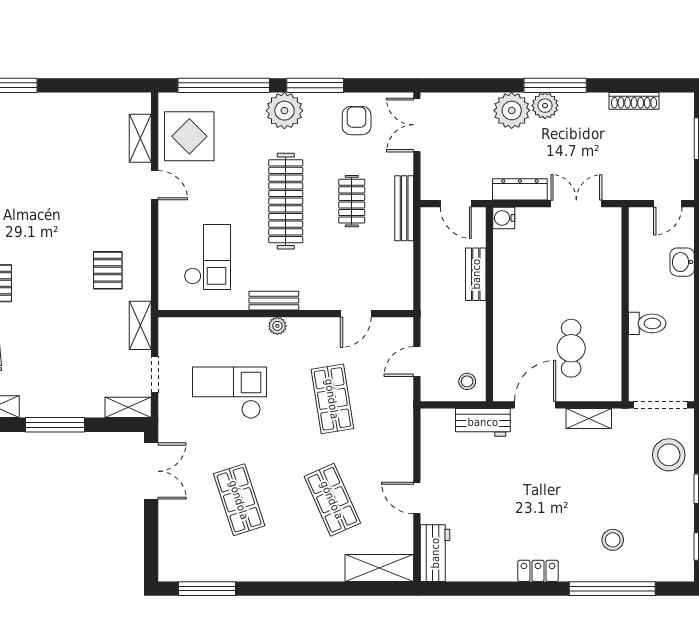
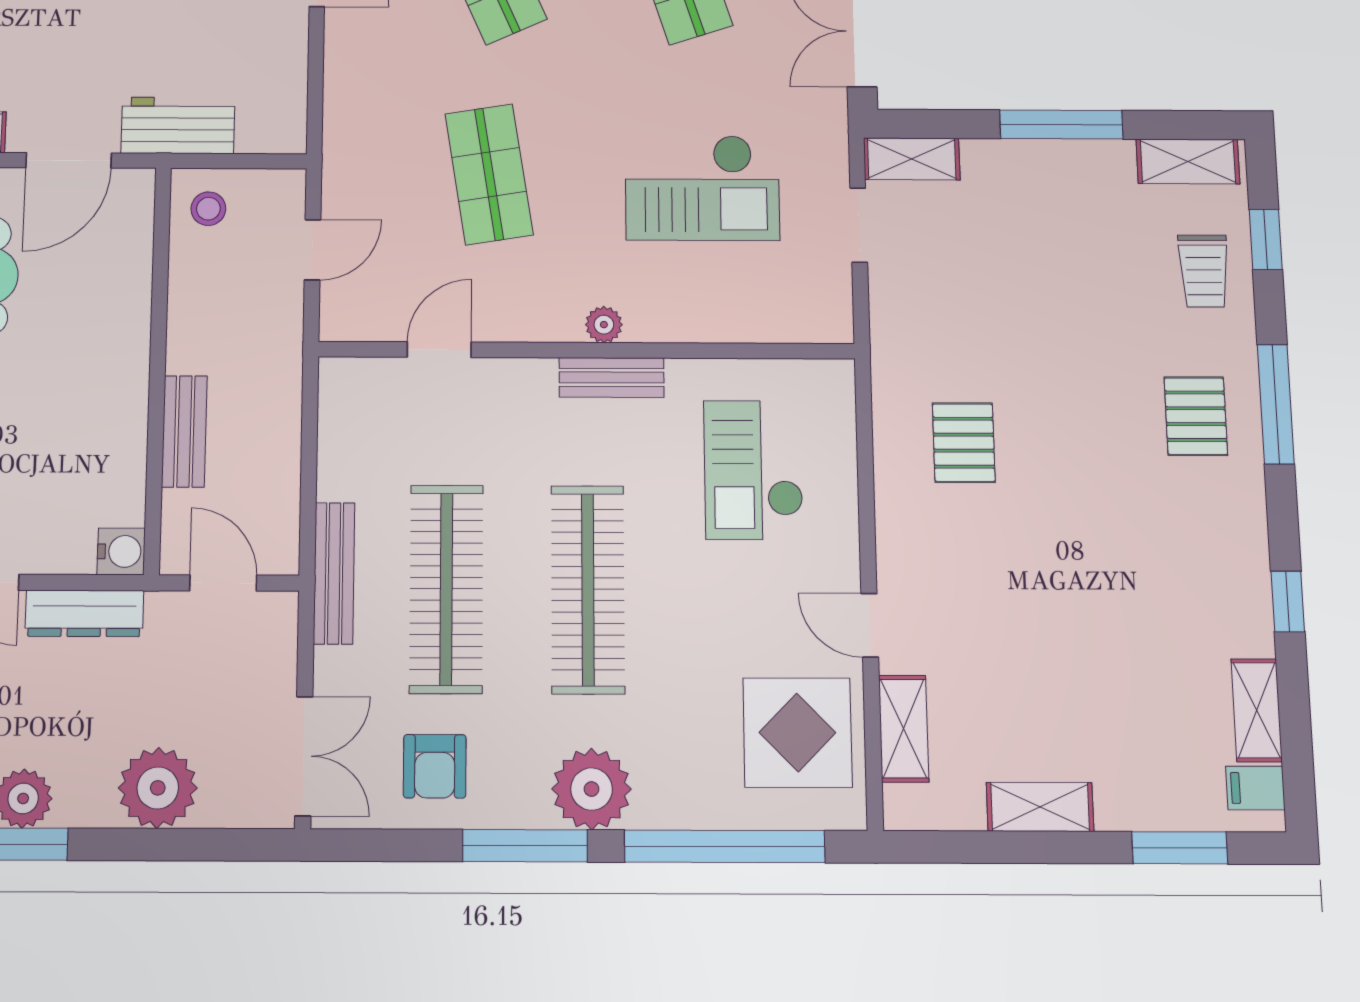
plant: (512, 110) -> (158, 788), moved
clothes rail: (352, 201) -> (446, 589), width x1.86, depth x1.31
shelving: (140, 325) -> (1040, 807), moved, turned 90

